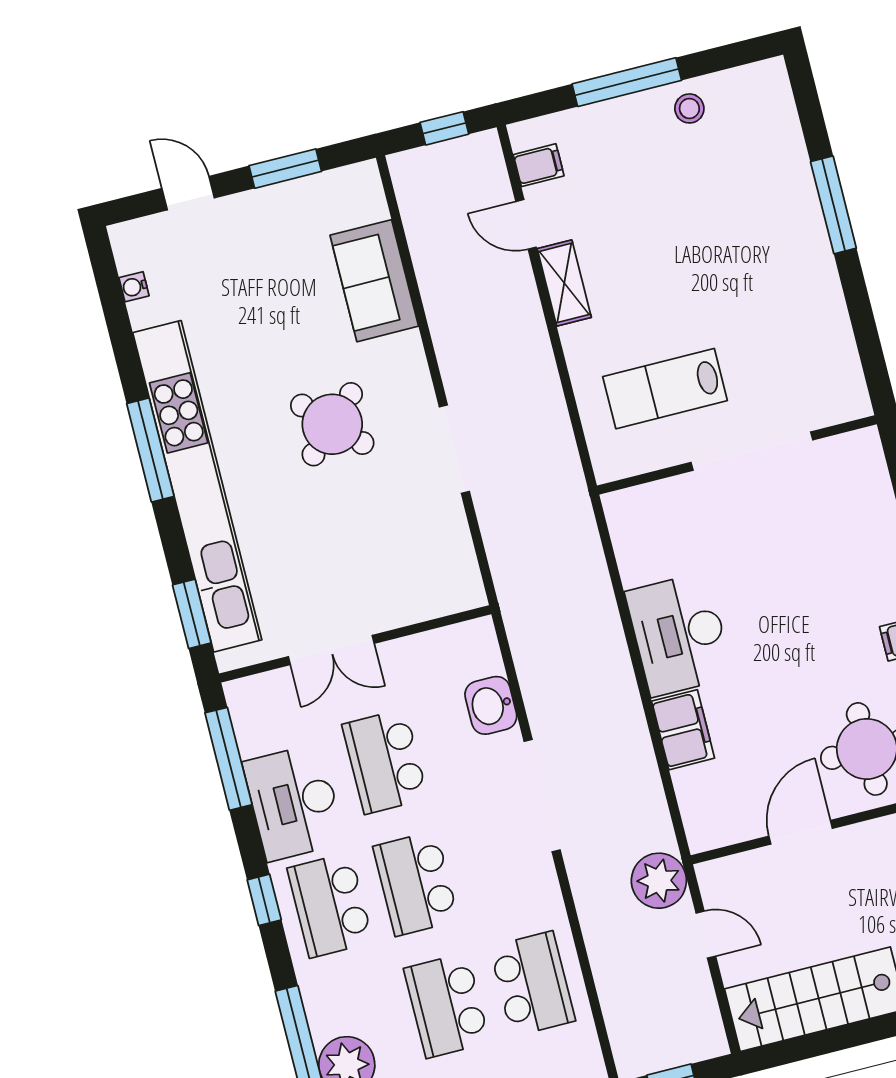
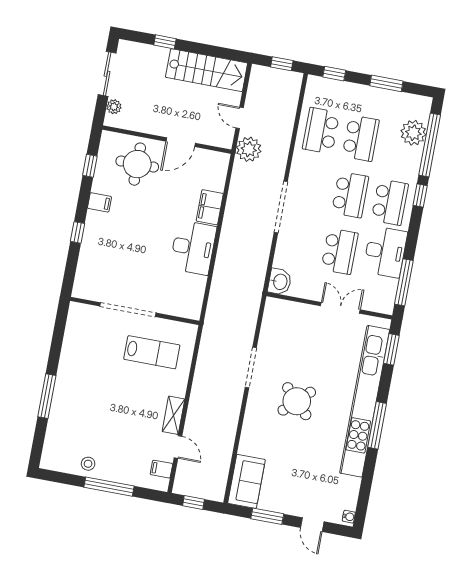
sofa: (374, 281) -> (246, 481), moved
water cooler: (134, 287) -> (349, 517), moved
washbasin: (491, 705) -> (280, 282), moved
window: (264, 900) -> (420, 195), moved

